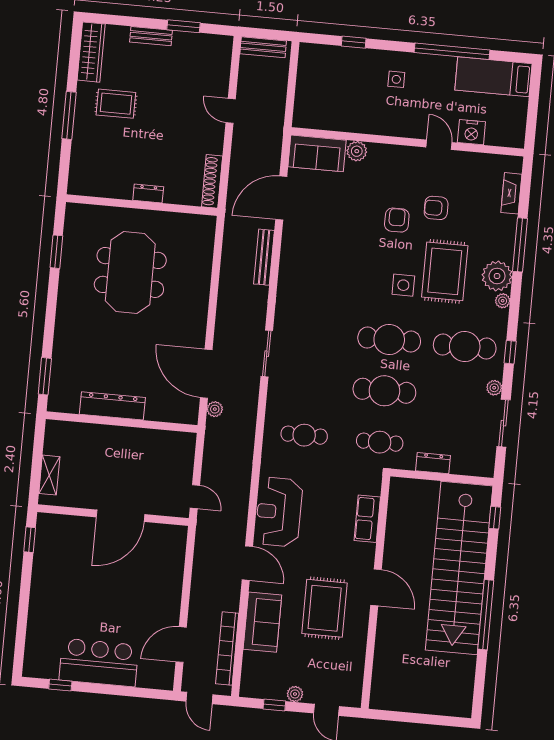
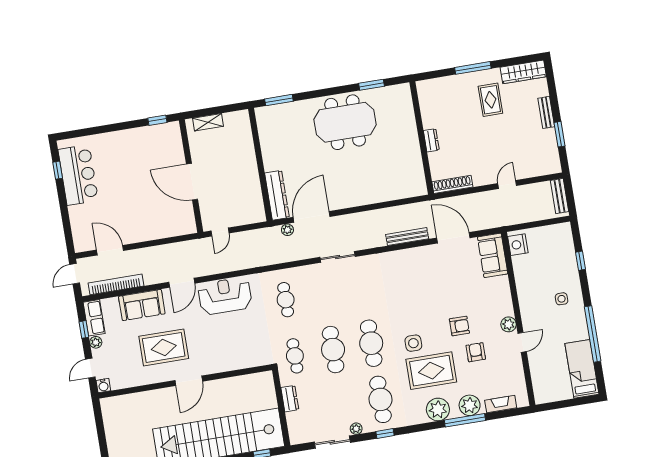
nightstand: (471, 132) -> (518, 245), moved
plant: (357, 151) -> (509, 324), moved
meeting table: (130, 272) -> (345, 122), moved
plant: (503, 301) -> (470, 405), moved, width x1.87, depth x1.87
dresser: (112, 406) -> (277, 195), moved
row of seats: (367, 519) -> (94, 318), moved, turned 90
bar counter: (99, 662) -> (78, 175), moved
water cooler: (353, 699) -> (103, 386), added

